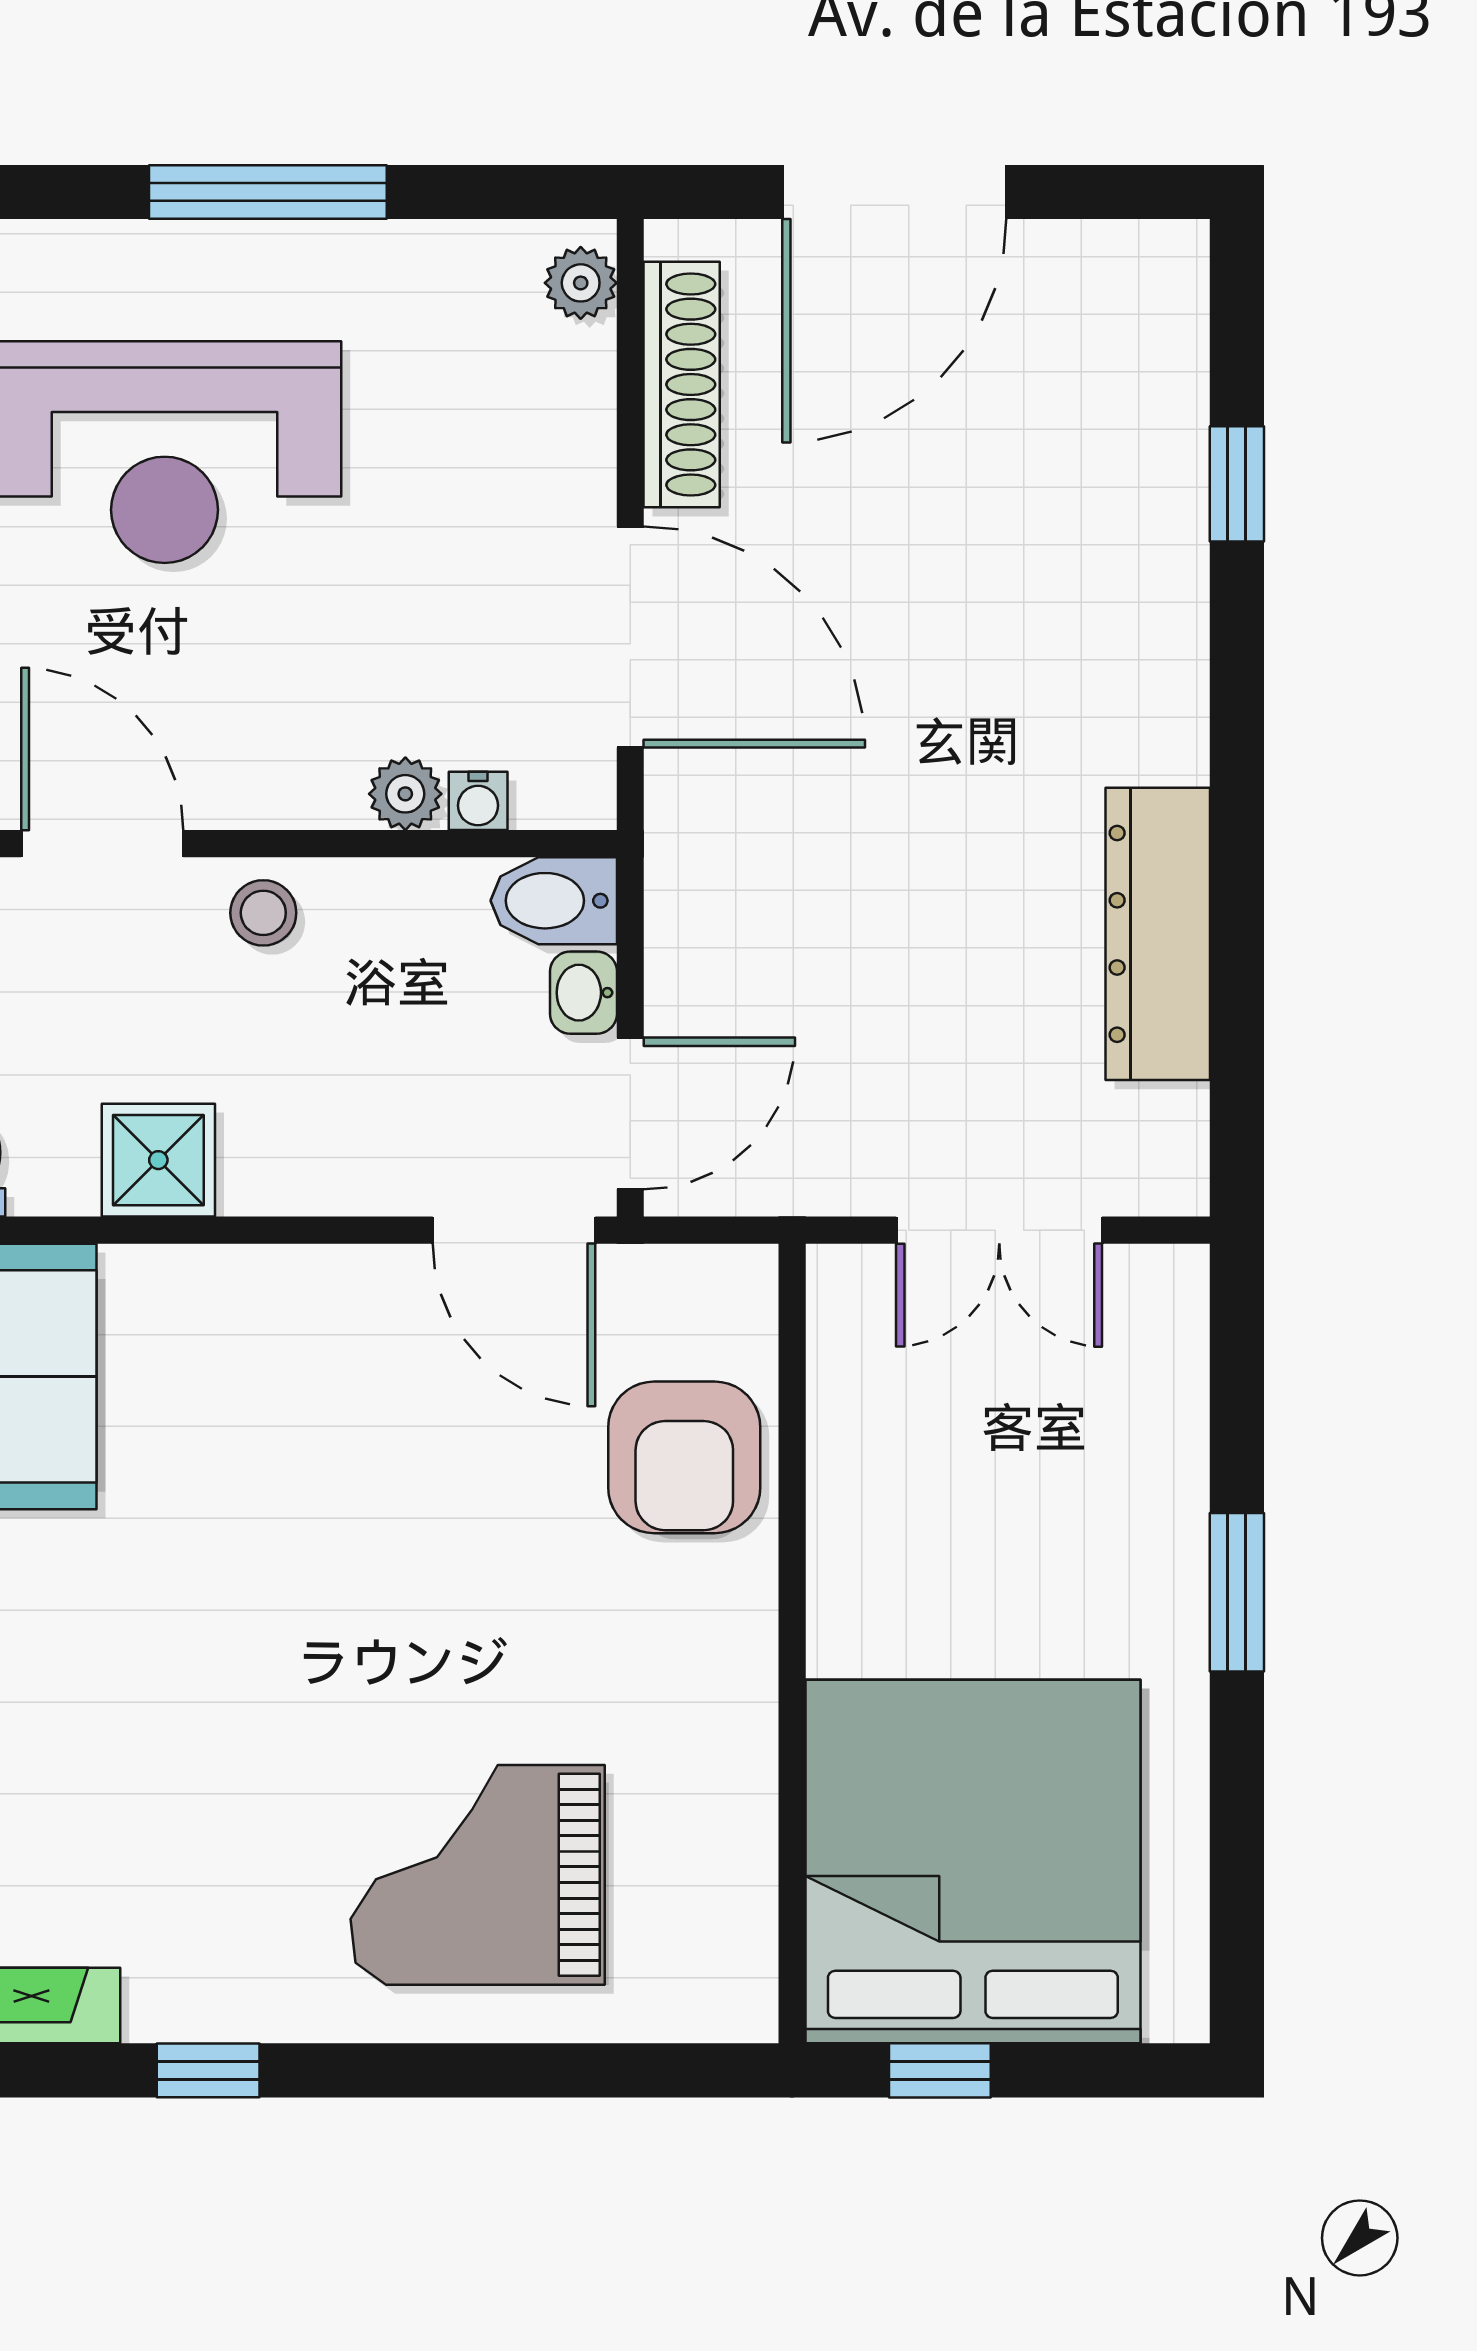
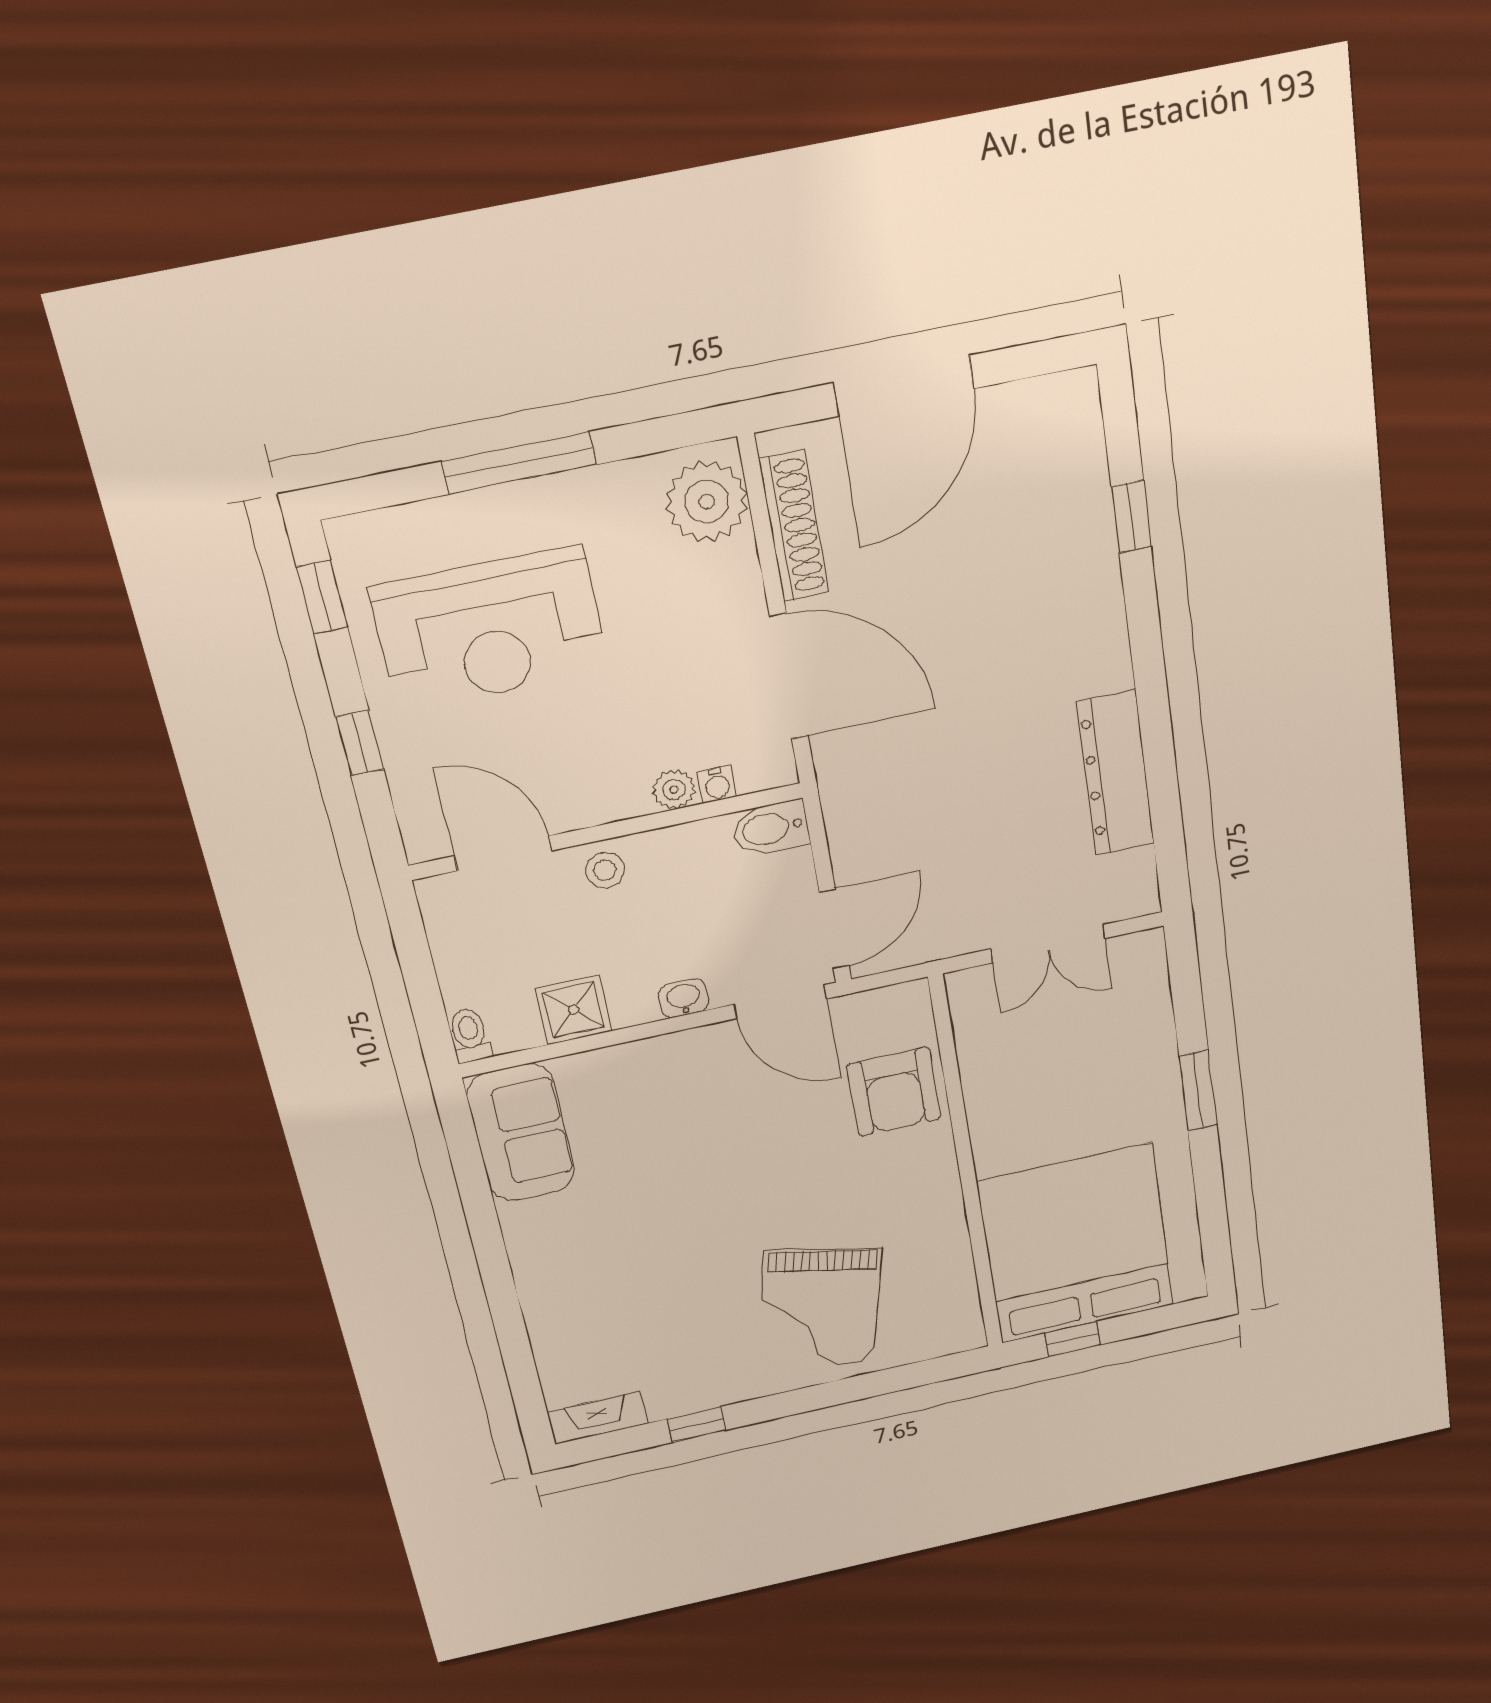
plant: (581, 283) -> (707, 501), width x1.88, depth x1.88
washbasin: (583, 993) -> (684, 998), moved, turned 90
grand piano: (478, 1875) -> (819, 1308), turned -77

